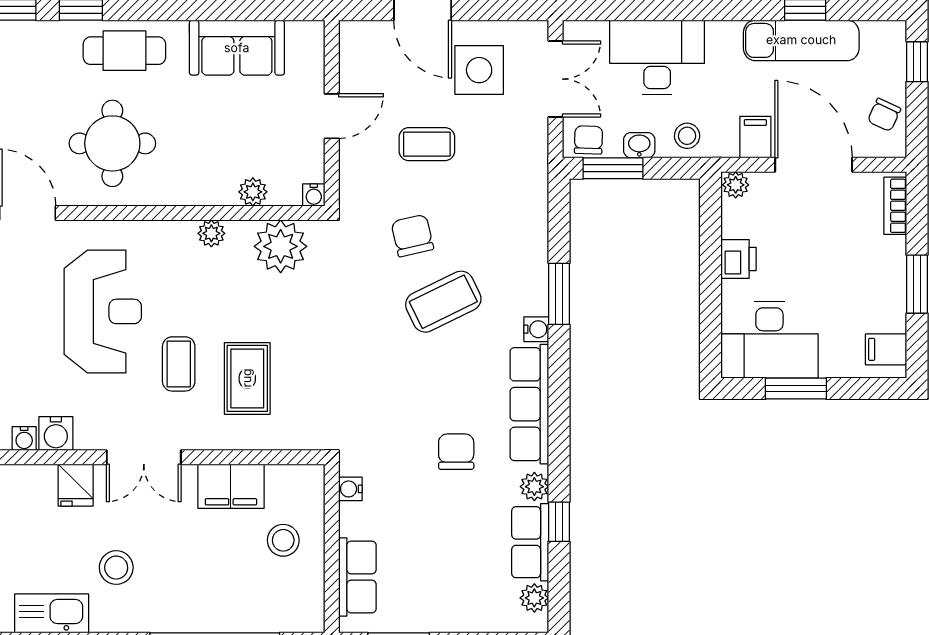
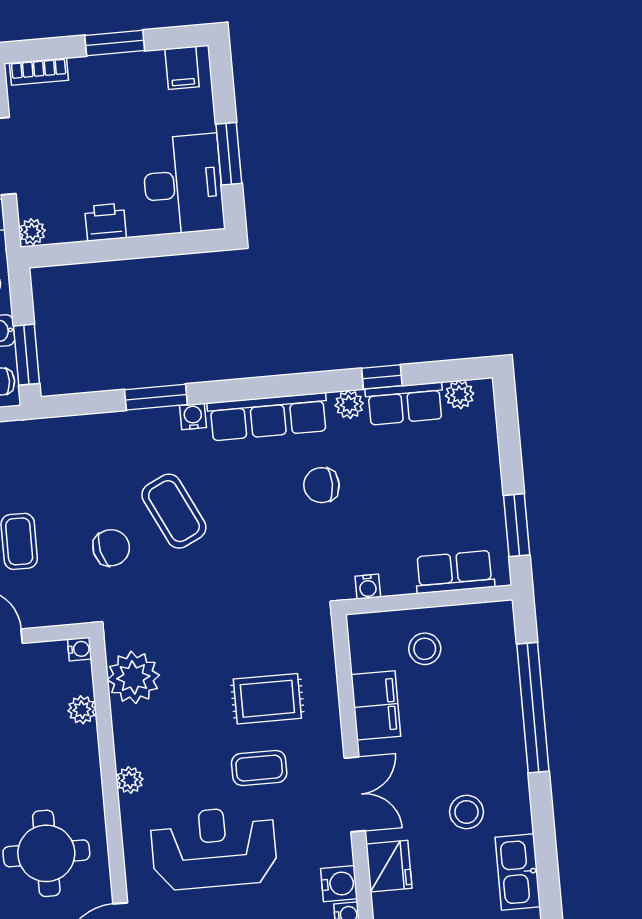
plant: (211, 233) -> (130, 780), moved
chair: (412, 236) -> (111, 548), turned 180
fridge: (76, 485) -> (389, 866), width x1.38

